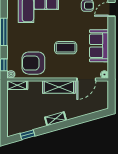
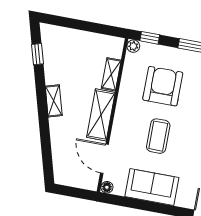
armchair: (33, 63) -> (163, 86), moved
shelving: (17, 85) -> (111, 74), moved

